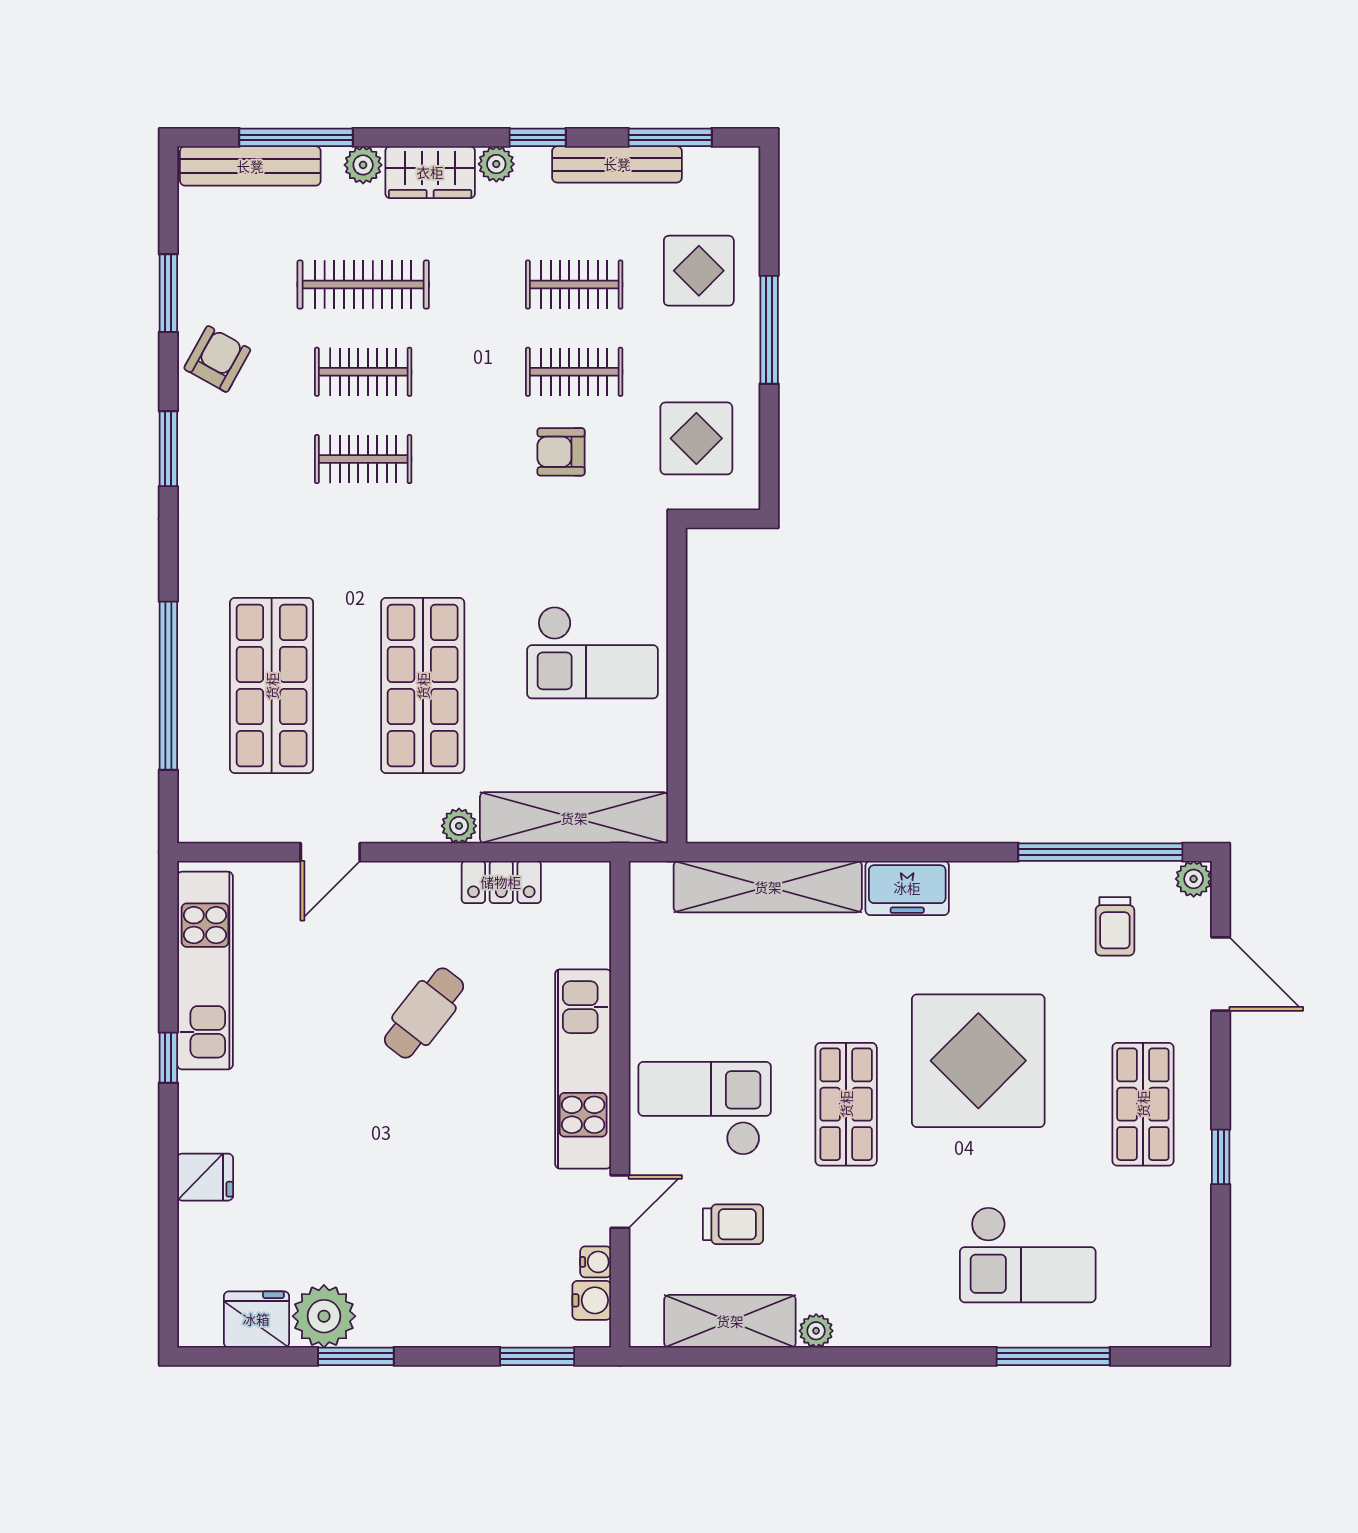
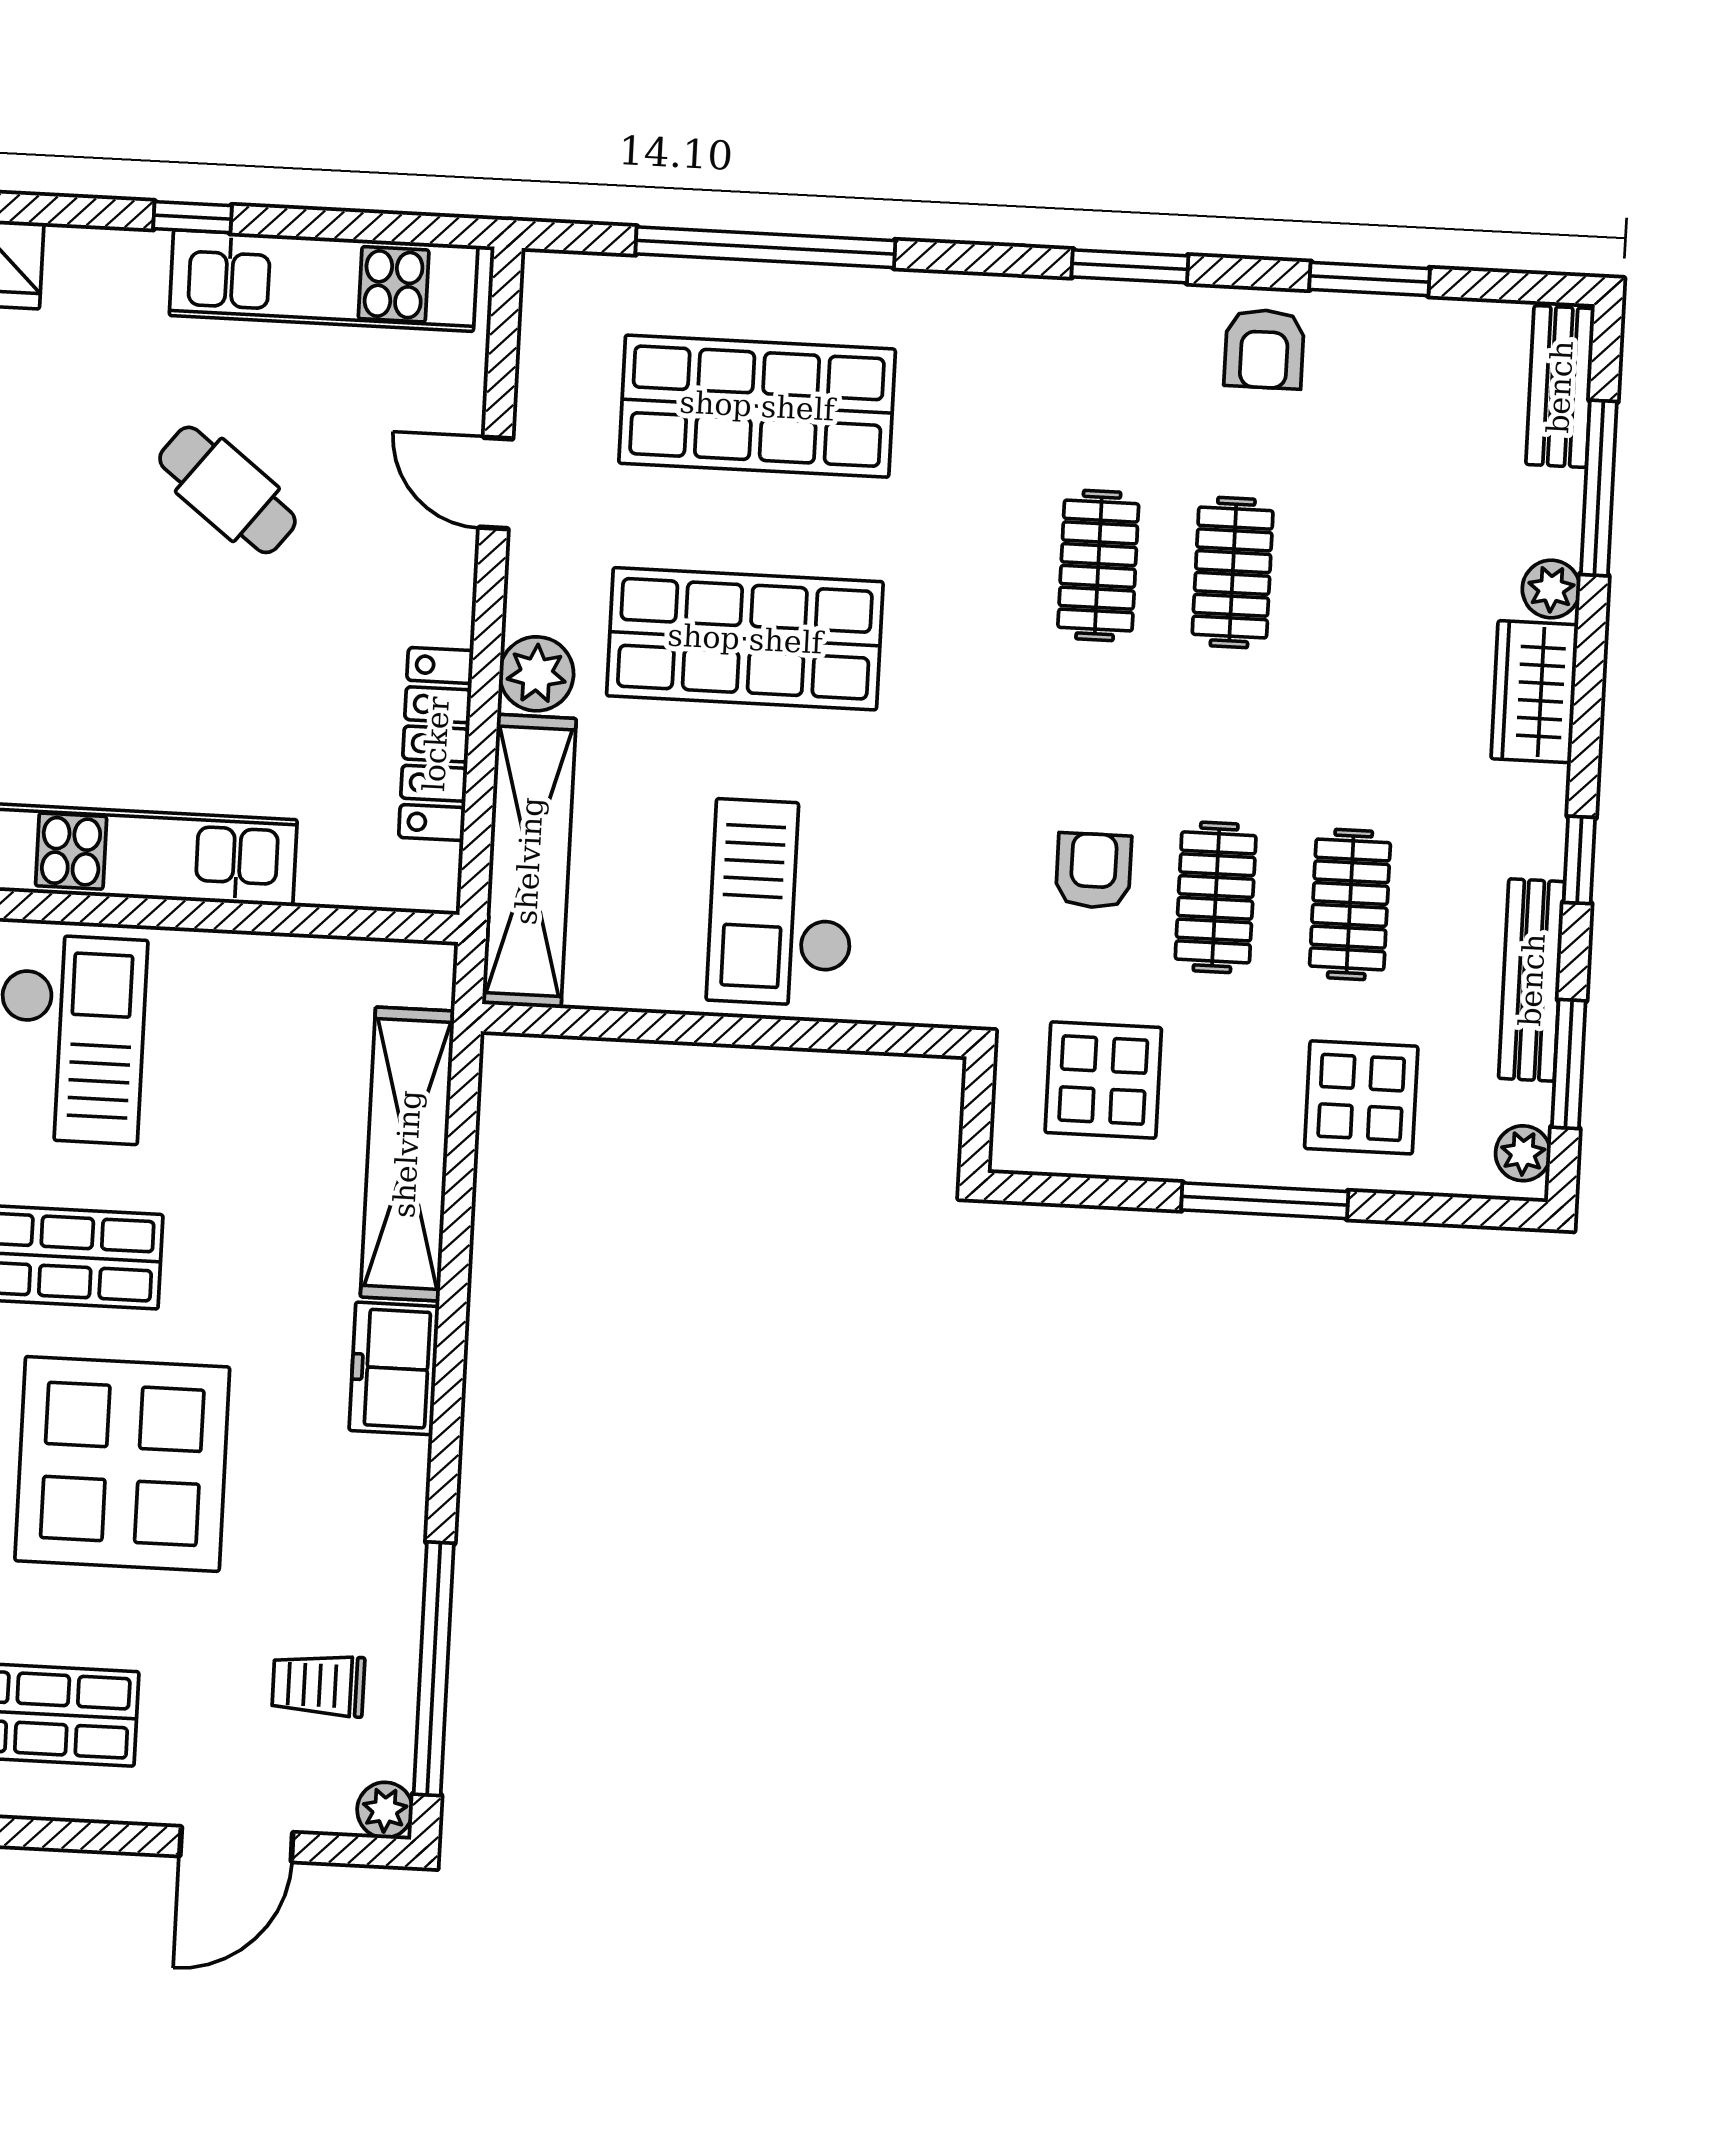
plant: (496, 164) -> (1523, 1153), moved
bench: (250, 166) -> (1560, 387), width x0.73
clothes rail: (363, 285) -> (1367, 580), removed
armchair: (217, 359) -> (1264, 349), turned 61
plant: (459, 826) -> (536, 674), width x1.38, depth x1.38
locker: (501, 882) -> (436, 744), width x1.53
cafe table: (424, 1013) -> (227, 490), moved

